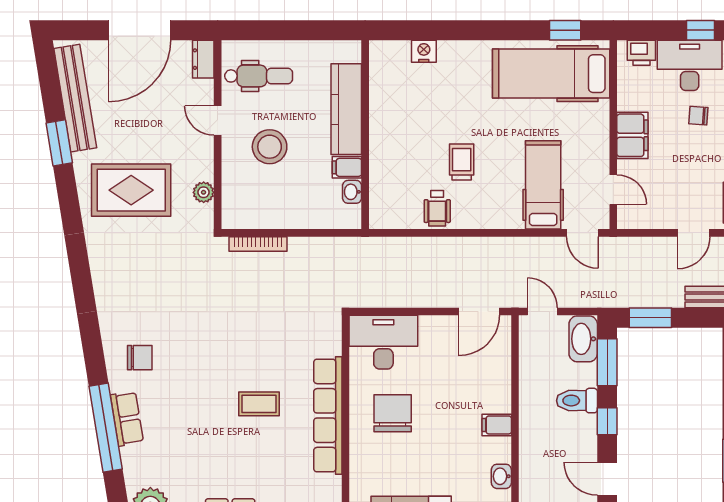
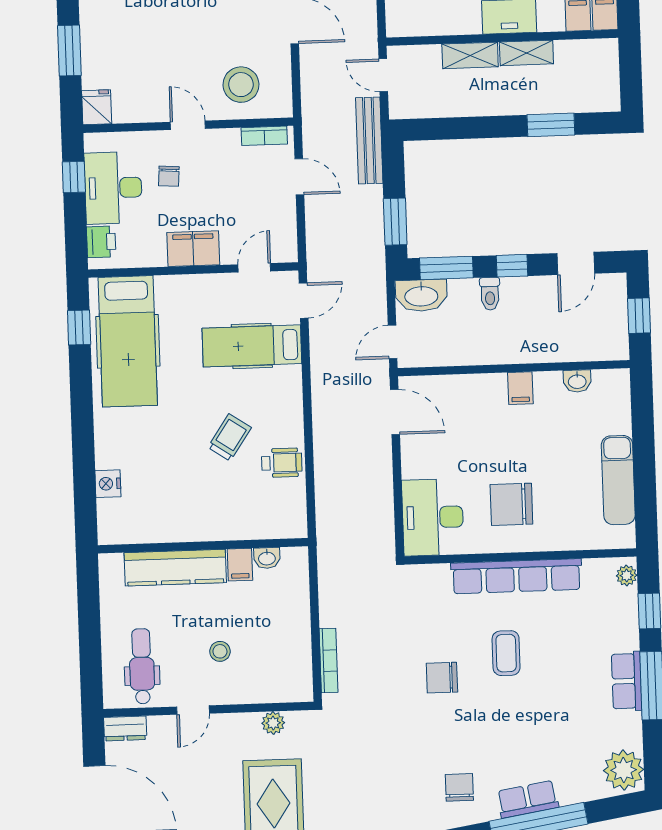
stool: (270, 147) -> (220, 651), width x0.53, depth x0.53
trolley: (462, 162) -> (230, 437), turned 124
chair: (239, 345) -> (442, 678), added
toilet: (577, 401) -> (490, 294), width x0.73, depth x0.72

